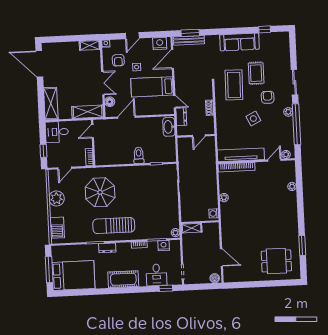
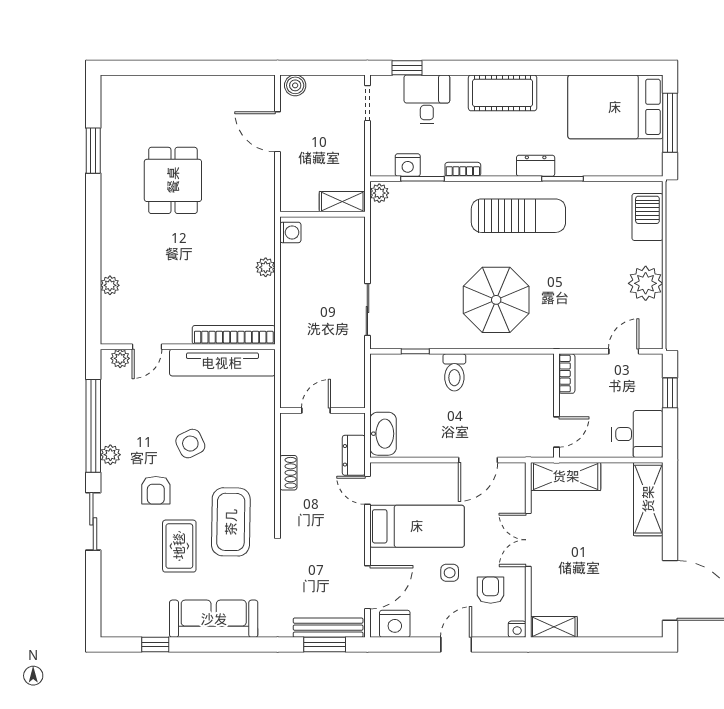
floor lamp: (110, 102) -> (515, 497), removed
parasol: (100, 192) -> (496, 300), moved
dining table: (276, 261) -> (173, 180), moved, turned 90

